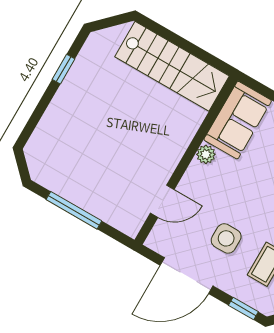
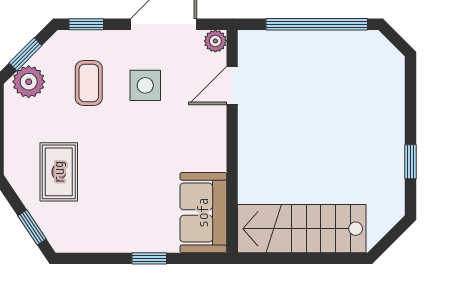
plant: (206, 154) -> (215, 41), moved
window: (74, 210) -> (317, 24), width x1.46

